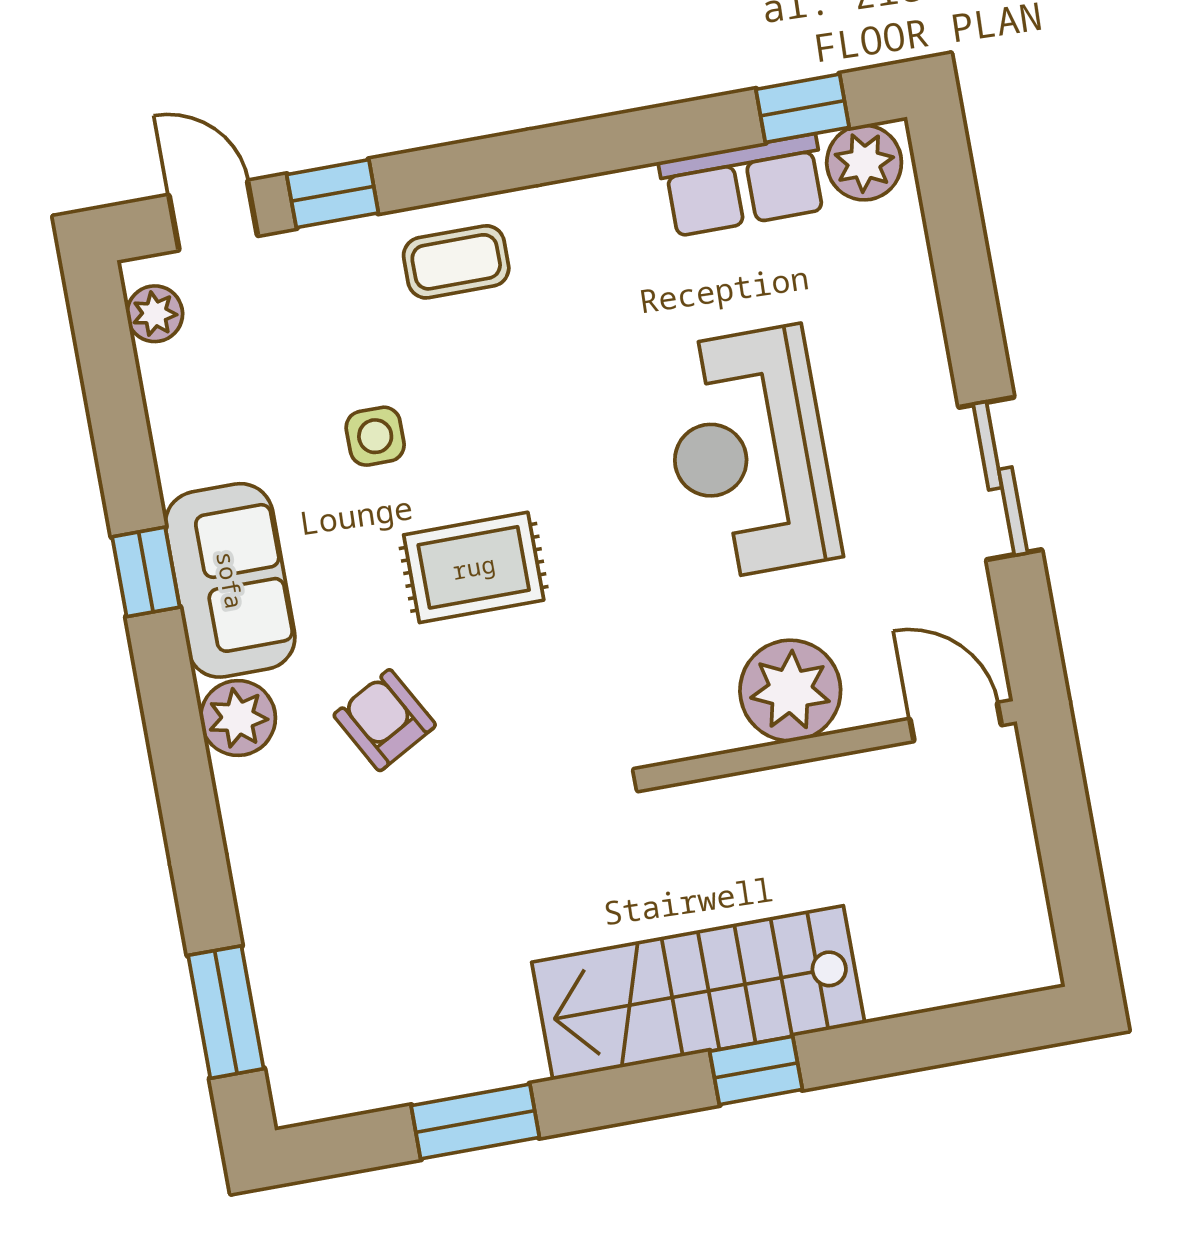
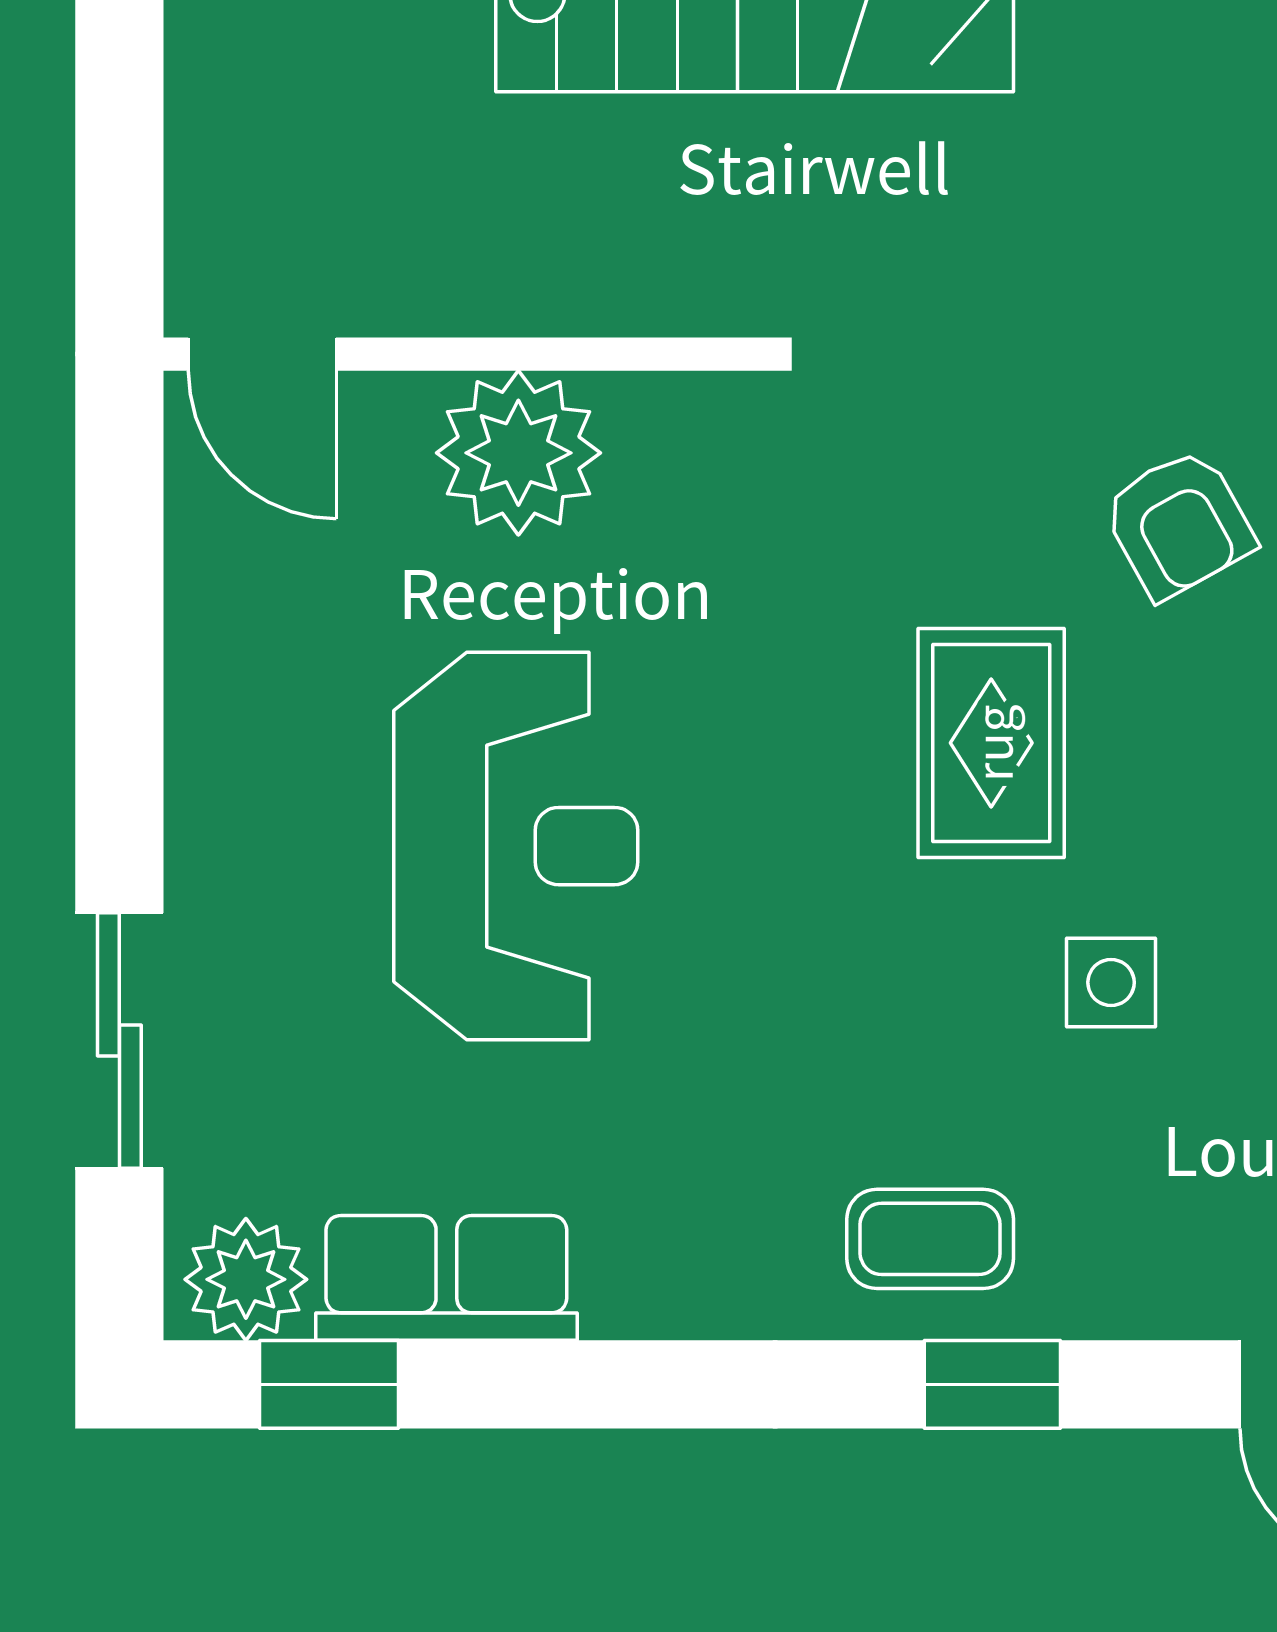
window: (333, 194) -> (992, 1384), moved
sliding door: (1000, 479) -> (119, 1040), moved
rug: (474, 567) -> (991, 743), turned 90

